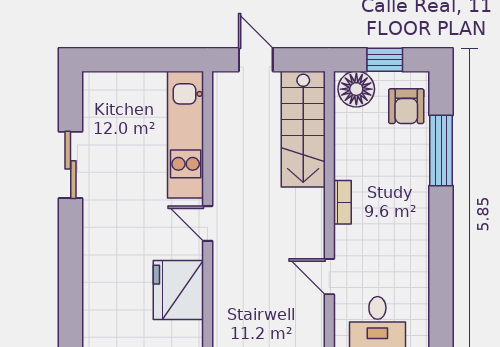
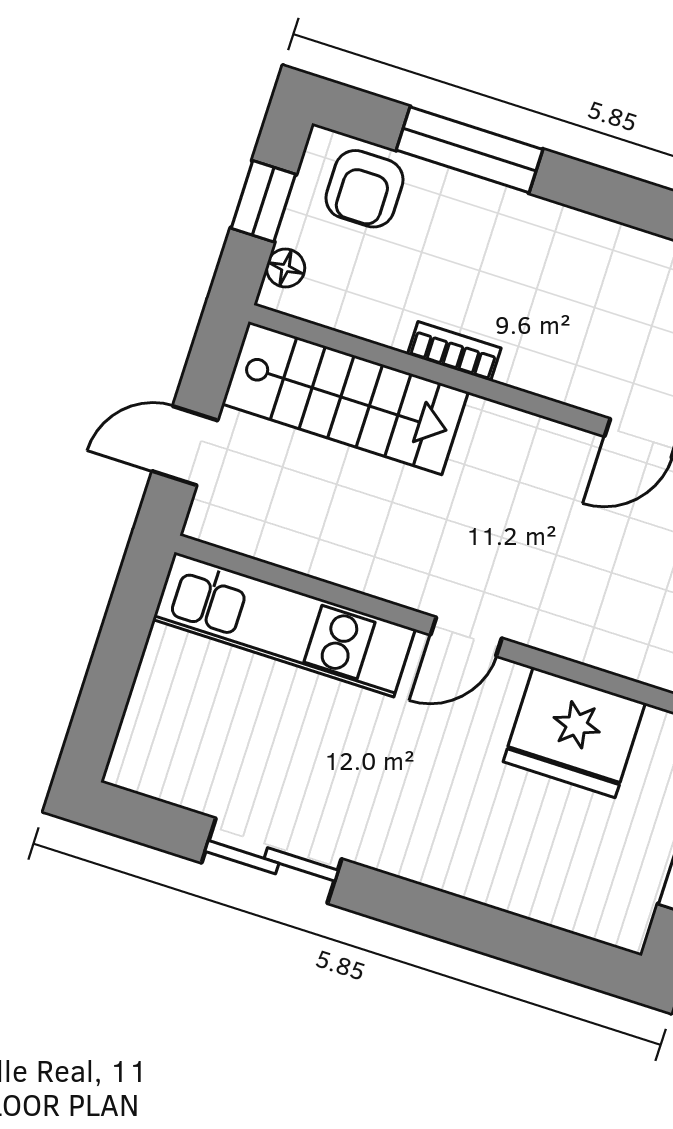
floor lamp: (356, 89) -> (286, 268), width x0.53, depth x0.53
armchair: (406, 106) -> (364, 189), turned 90
bookcase: (342, 202) -> (454, 351), moved

